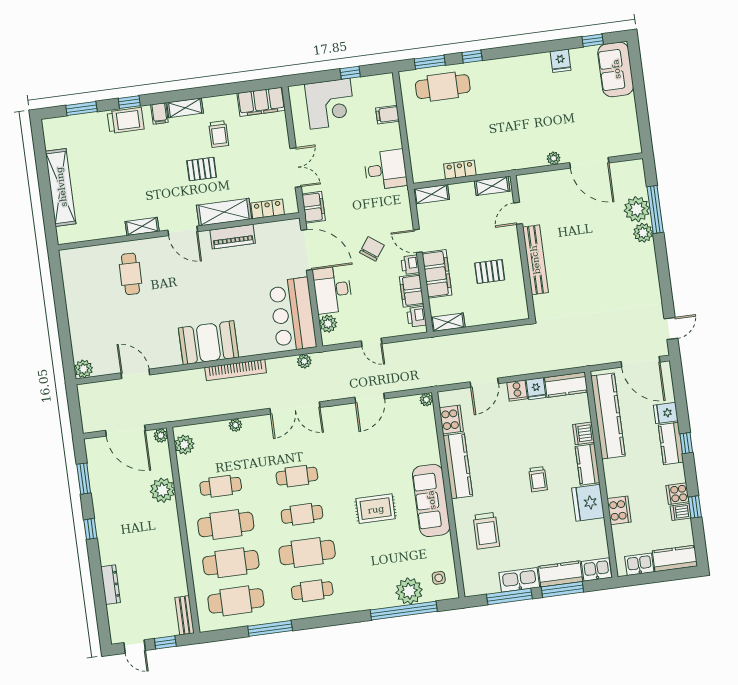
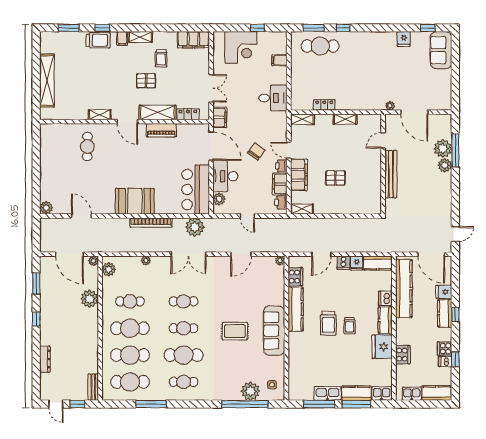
door: (518, 213) -> (383, 140), moved
wall: (523, 247) -> (383, 164), moved
bench: (535, 260) -> (391, 174), moved
plant: (304, 361) -> (195, 227), width x1.88, depth x1.88
trolley: (486, 531) -> (328, 323), moved

